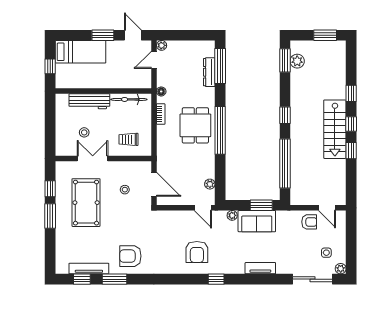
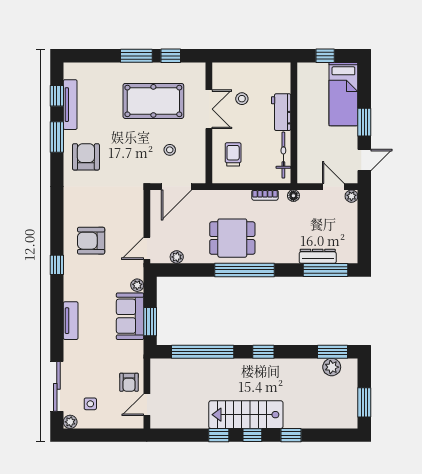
workbench: (89, 101) -> (281, 112), width x0.73
dining table: (195, 125) -> (232, 238), moved

